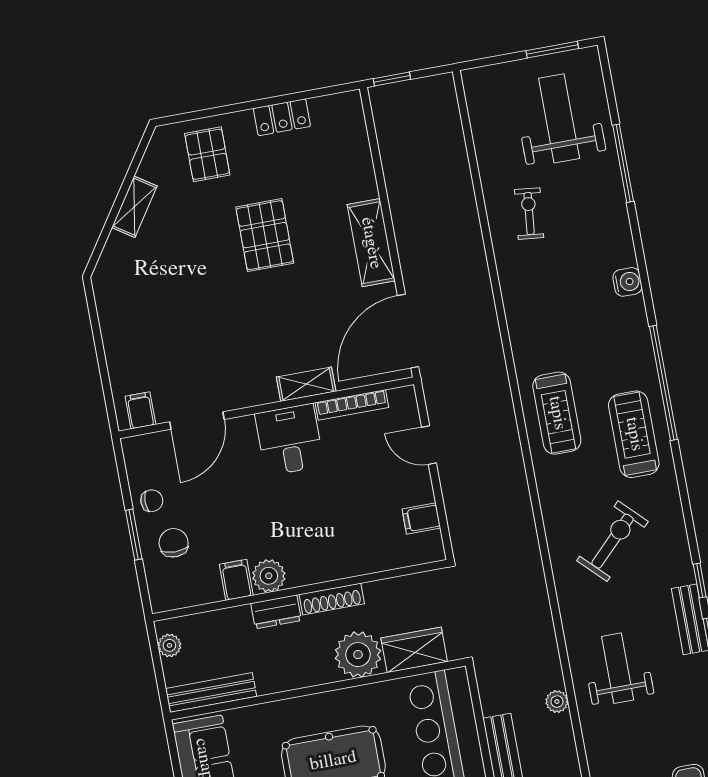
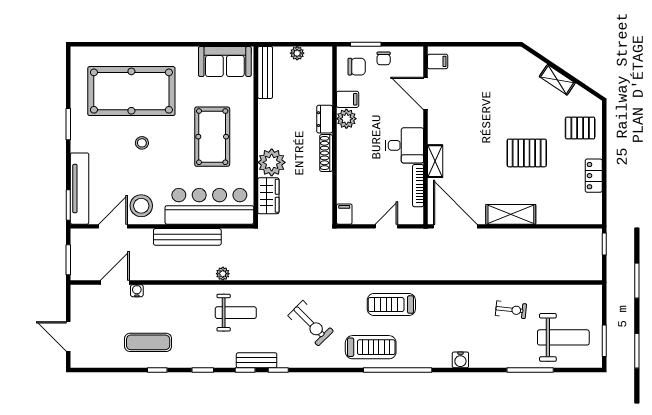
plant: (269, 576) -> (346, 119), moved
filing cabinet: (236, 580) -> (348, 99), moved
wall: (300, 590) -> (335, 135), moved
shoe rack: (332, 599) -> (326, 153), moved
dresser: (276, 612) -> (325, 119), moved

